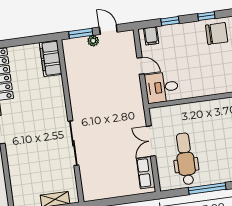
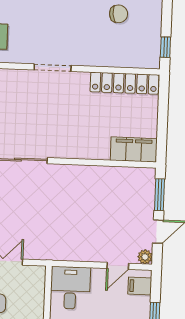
plant: (93, 41) -> (145, 257), moved
door: (141, 66) -> (118, 266), moved

